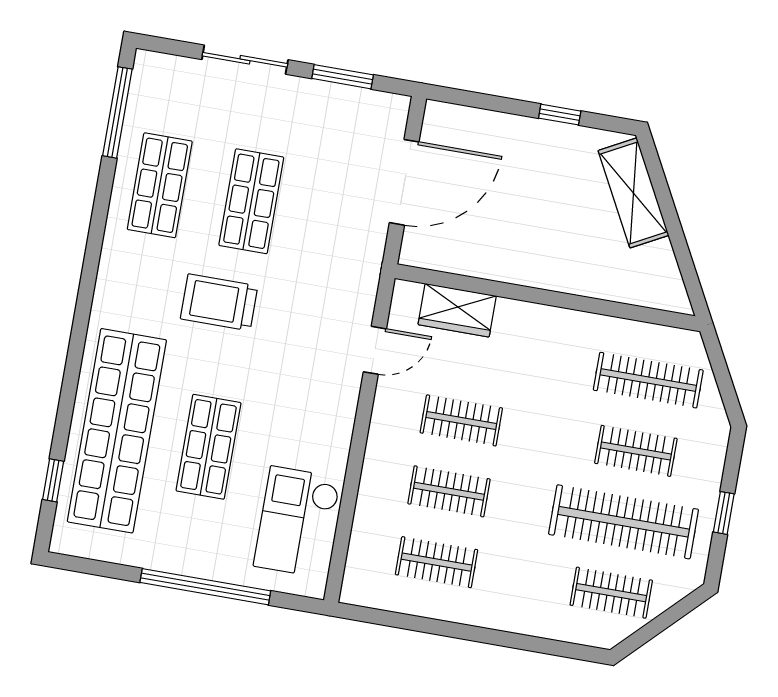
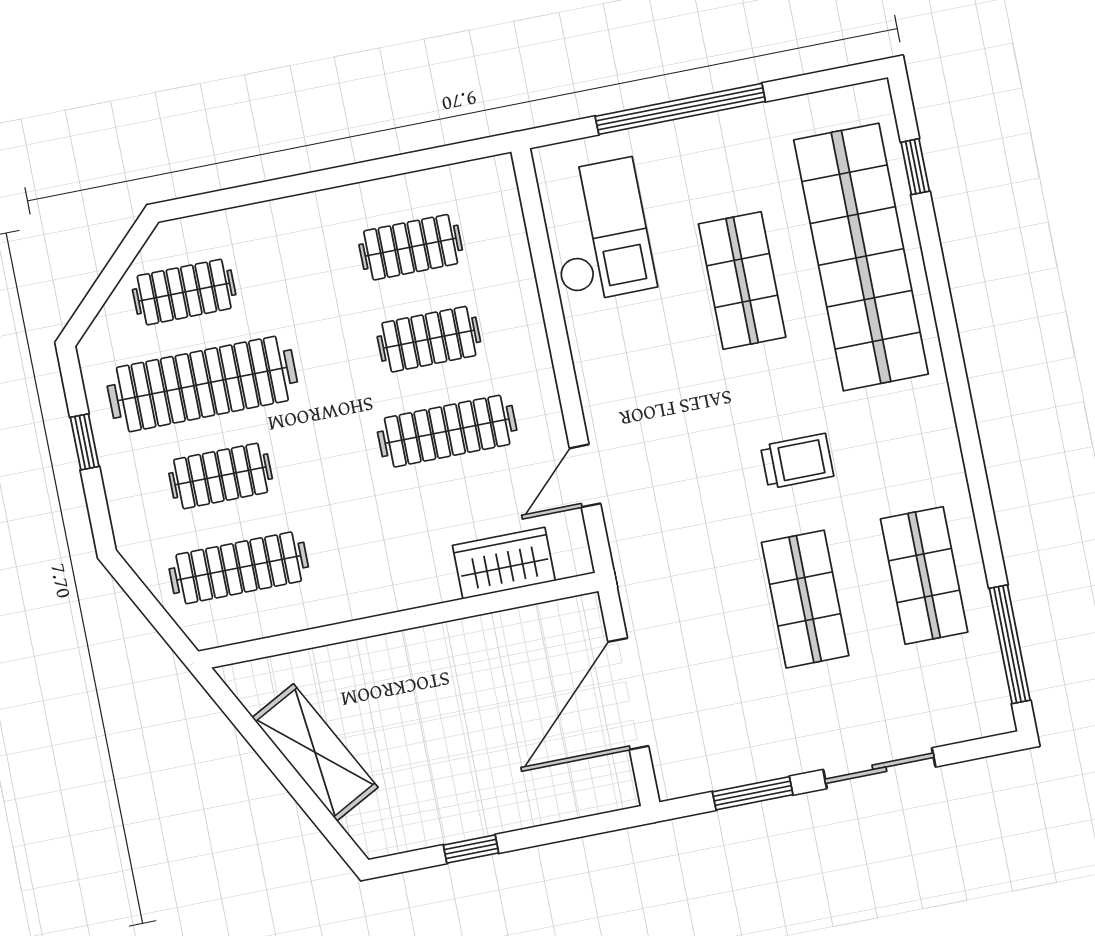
shelving: (633, 193) -> (315, 752), moved
trolley: (219, 302) -> (797, 461), width x0.73, depth x0.72
clothes rail: (461, 420) -> (447, 431), width x1.36

